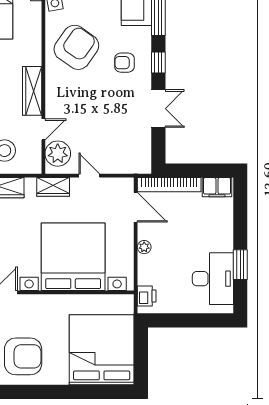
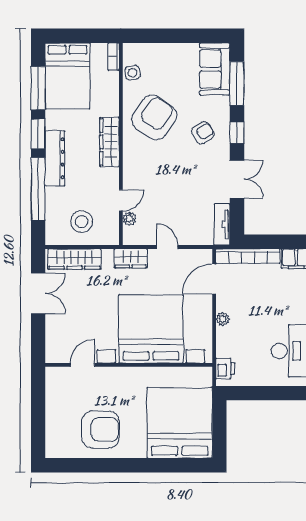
armchair: (124, 63) -> (203, 133), turned 148
wardrobe: (32, 91) -> (109, 142), moved
tv unit: (144, 153) -> (222, 225), added
plant: (58, 154) -> (129, 219), width x0.53, depth x0.53
door: (136, 207) -> (214, 279), swing flipped

